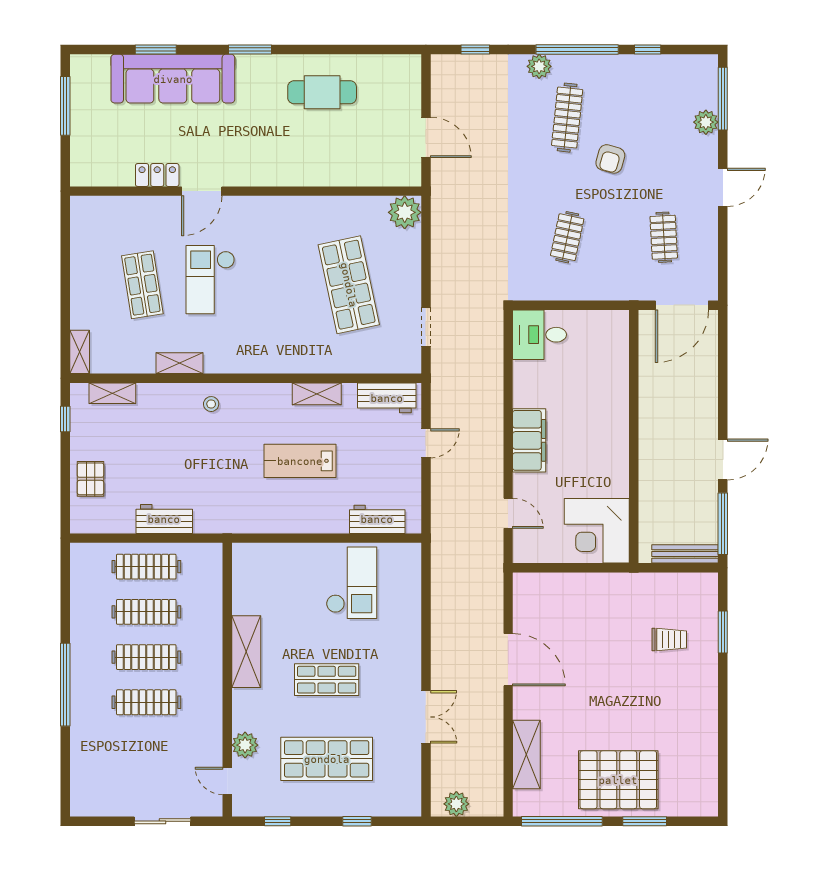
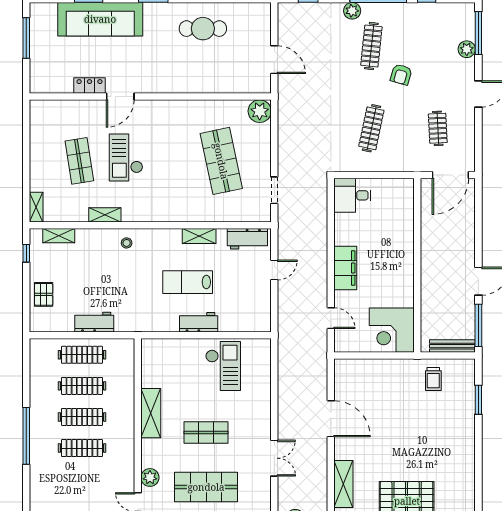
clothes rail: (567, 237) -> (371, 128), width x1.36
workbench: (377, 519) -> (199, 322), moved
trolley: (669, 639) -> (433, 379), moved, turned 90

